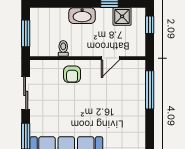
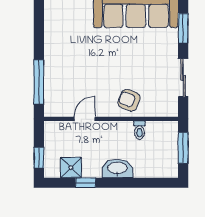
armchair: (72, 74) -> (129, 100), turned -68

